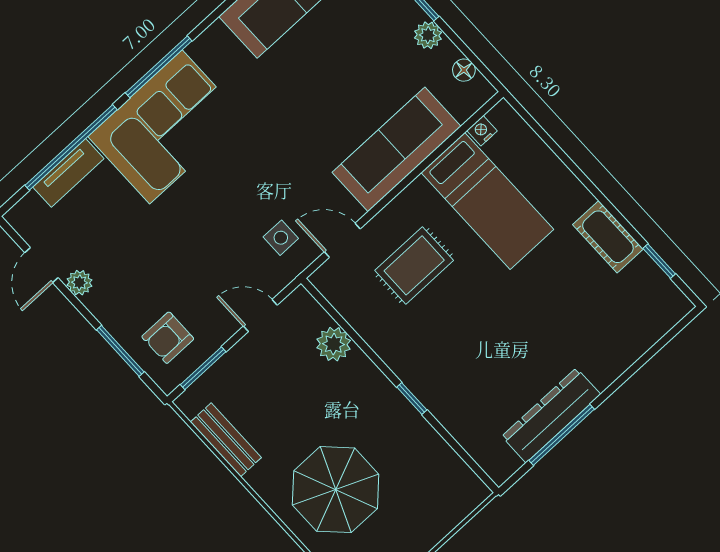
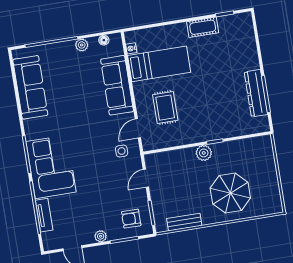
plant: (79, 283) -> (101, 236), moved
armchair: (168, 338) -> (131, 219), turned 90
plant: (334, 344) -> (204, 153), moved

